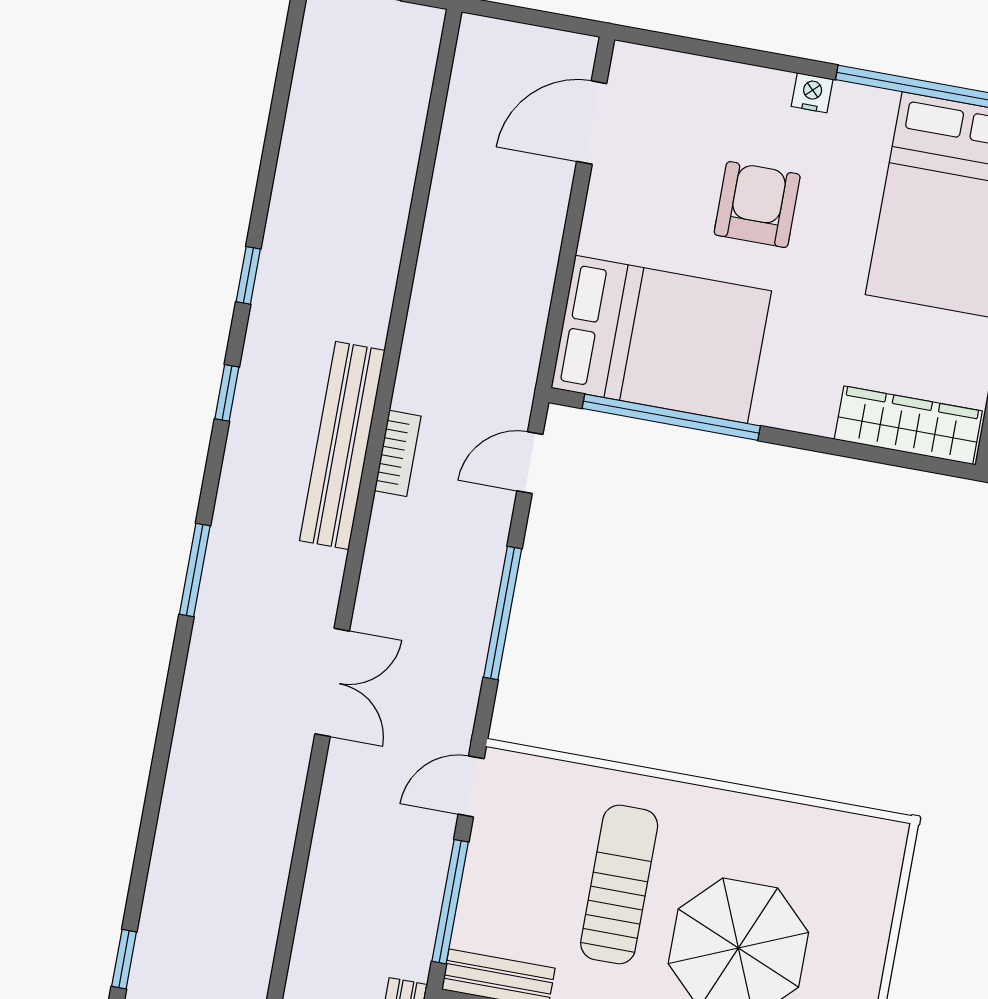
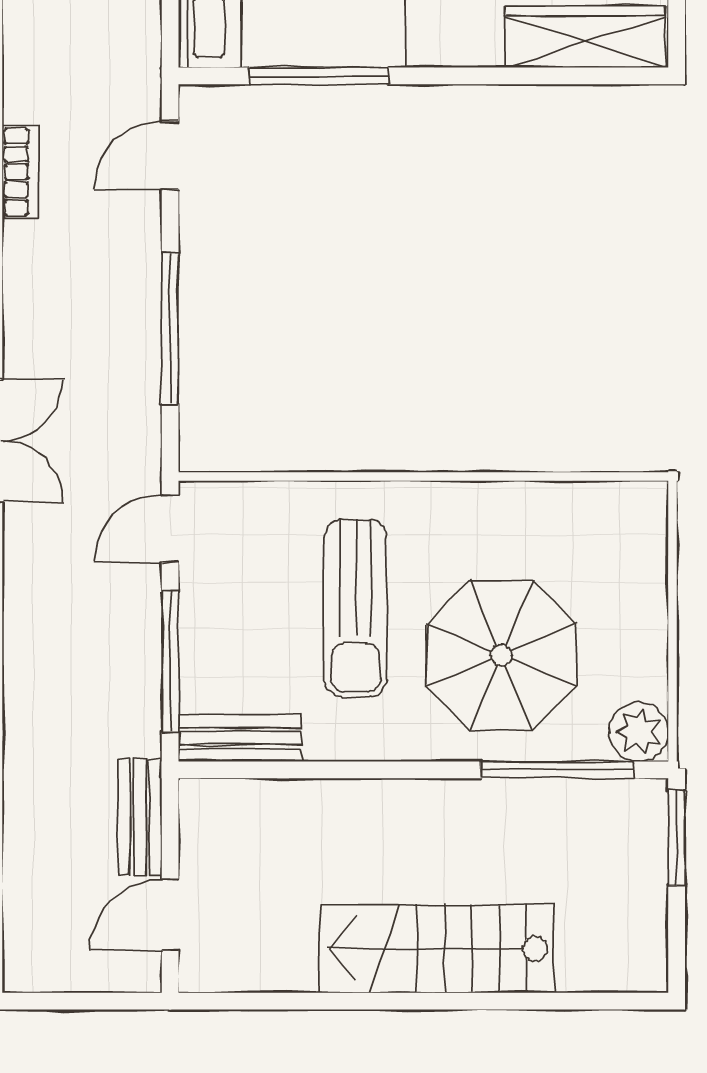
window: (671, 417) -> (319, 76), width x0.68
sun lounger: (619, 884) -> (355, 608), turned 180

